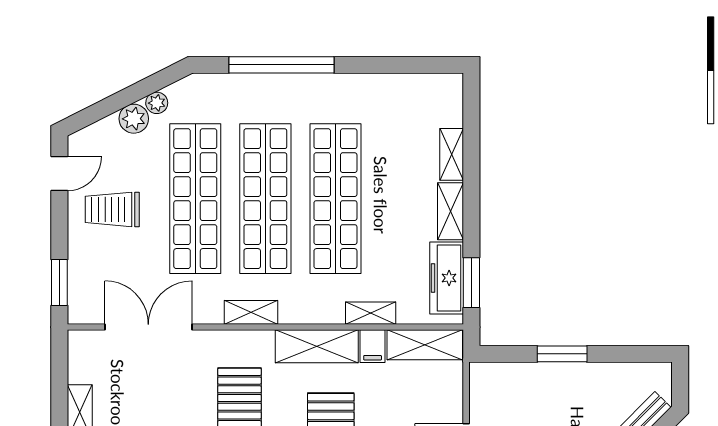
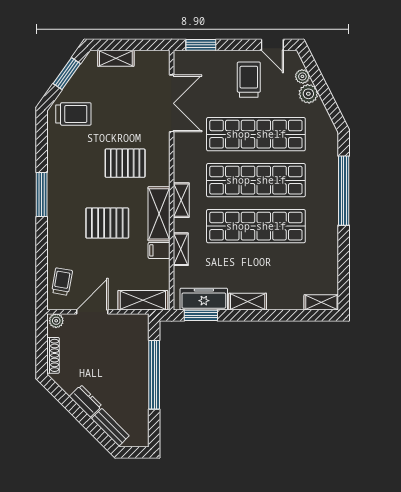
plant: (157, 103) -> (302, 76), moved
shelving: (452, 154) -> (321, 302), moved
shelving: (251, 312) -> (181, 200), moved
shelving: (425, 345) -> (143, 300), moved, turned 90
window: (562, 354) -> (154, 375), width x2.11

